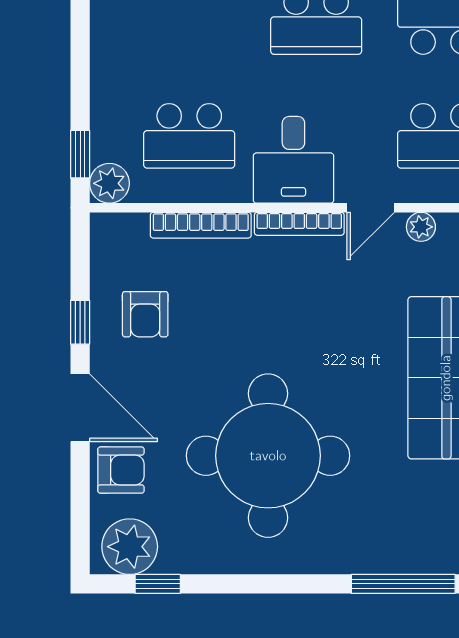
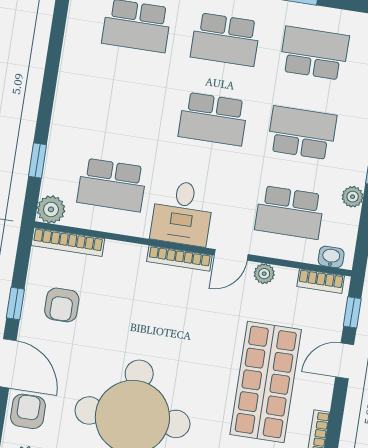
window: (80, 154) -> (38, 160), moved
bookcase: (201, 225) -> (68, 242), moved
armchair: (121, 470) -> (28, 411), turned -90

